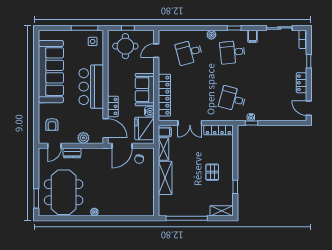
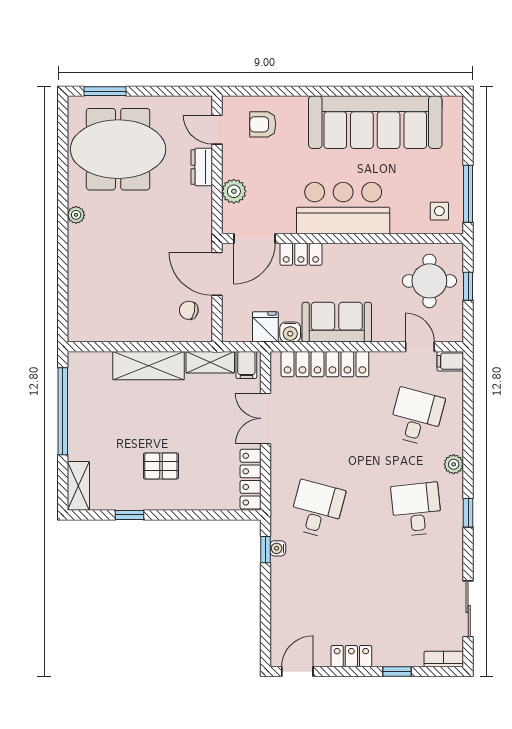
filing cabinet: (252, 36) -> (450, 361), moved
desk: (189, 52) -> (417, 417), turned 30
fridge: (145, 128) -> (265, 327), width x0.53, depth x0.75

